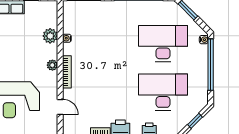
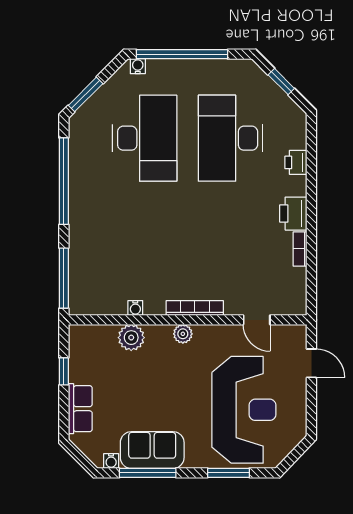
desk: (163, 44) -> (145, 138), turned 180
door: (60, 107) -> (257, 320), swing flipped

